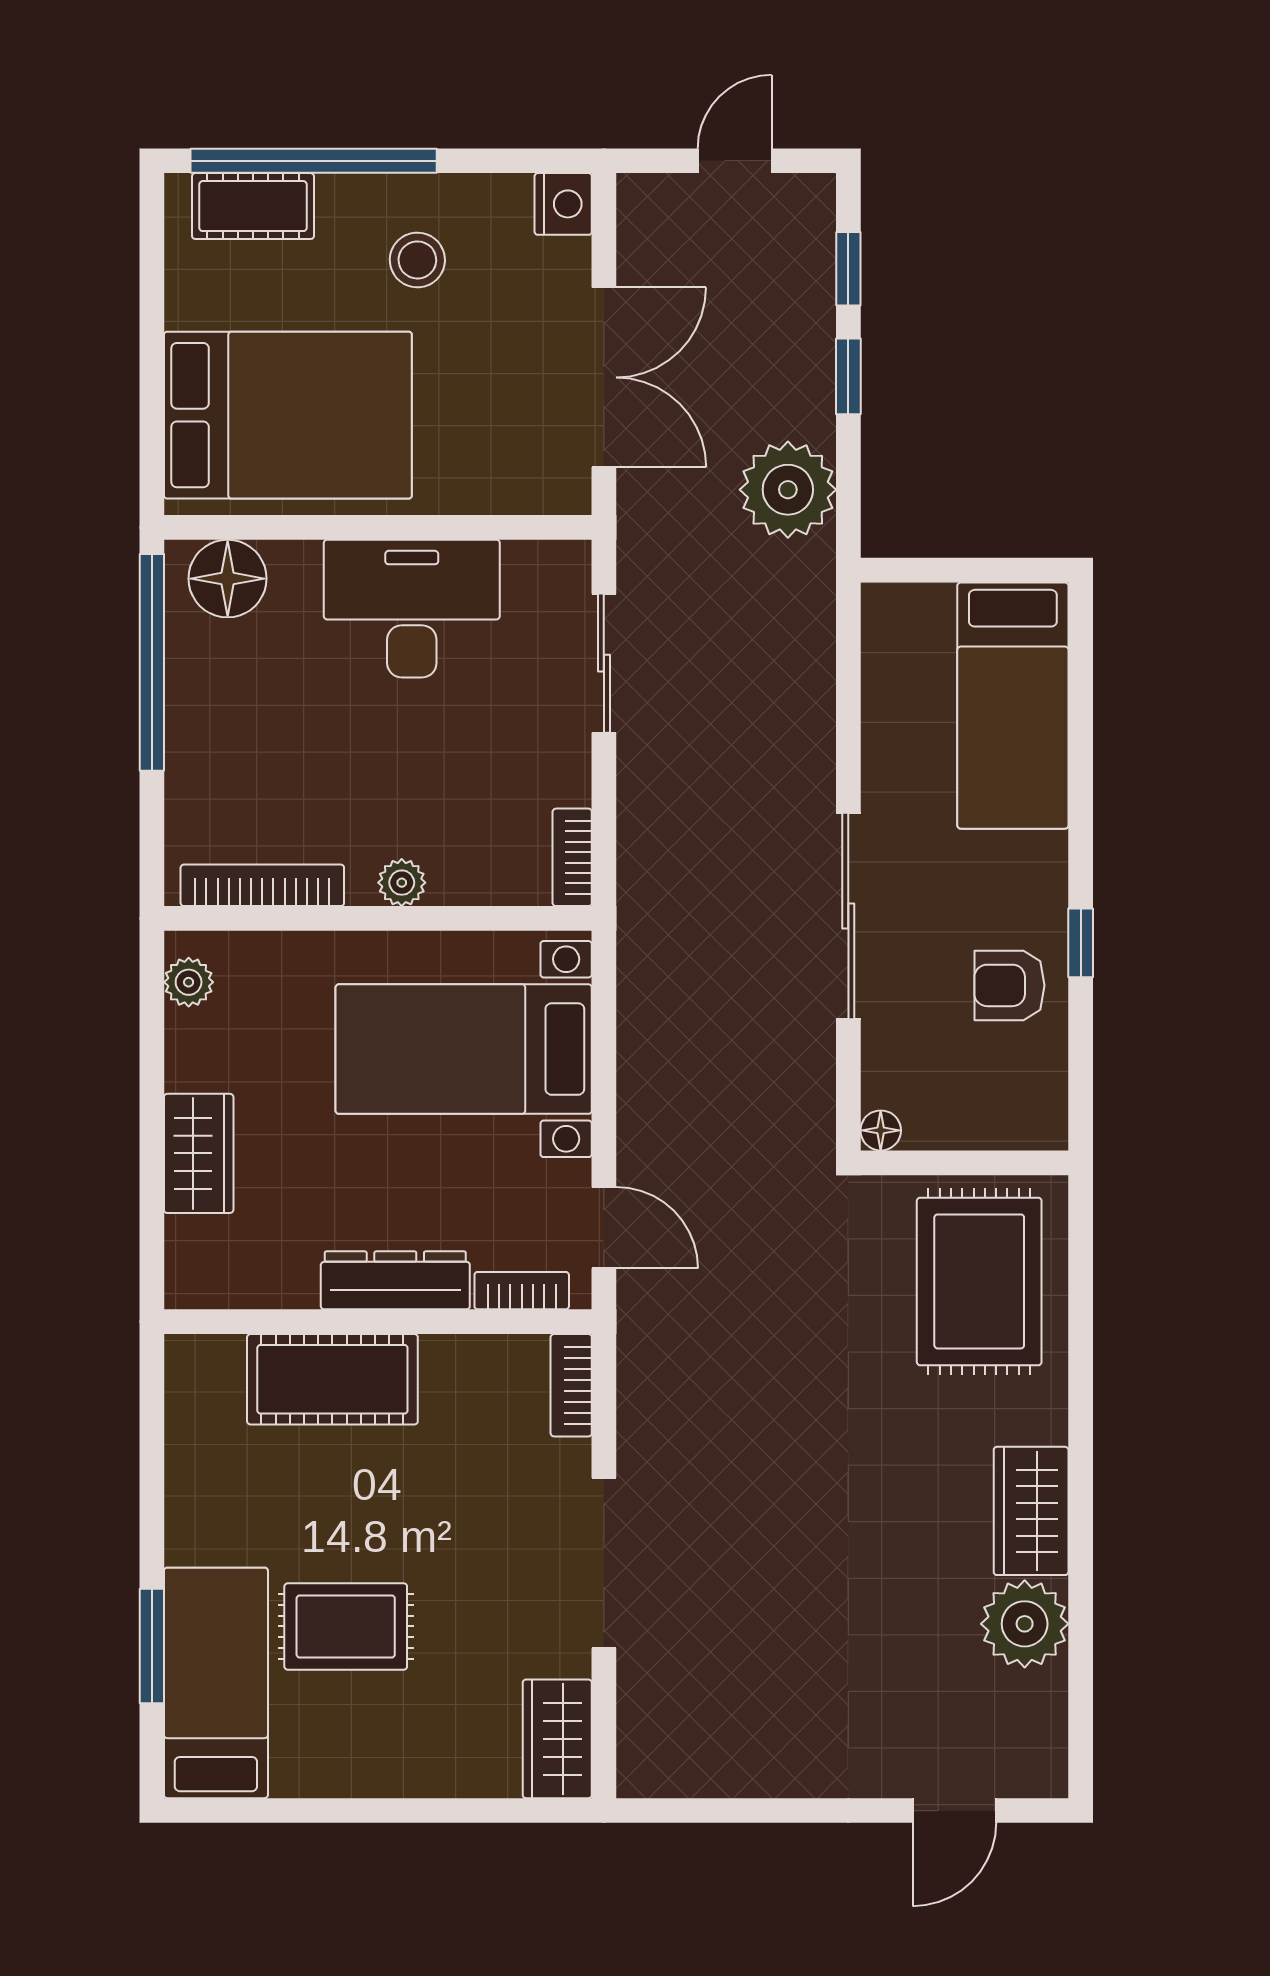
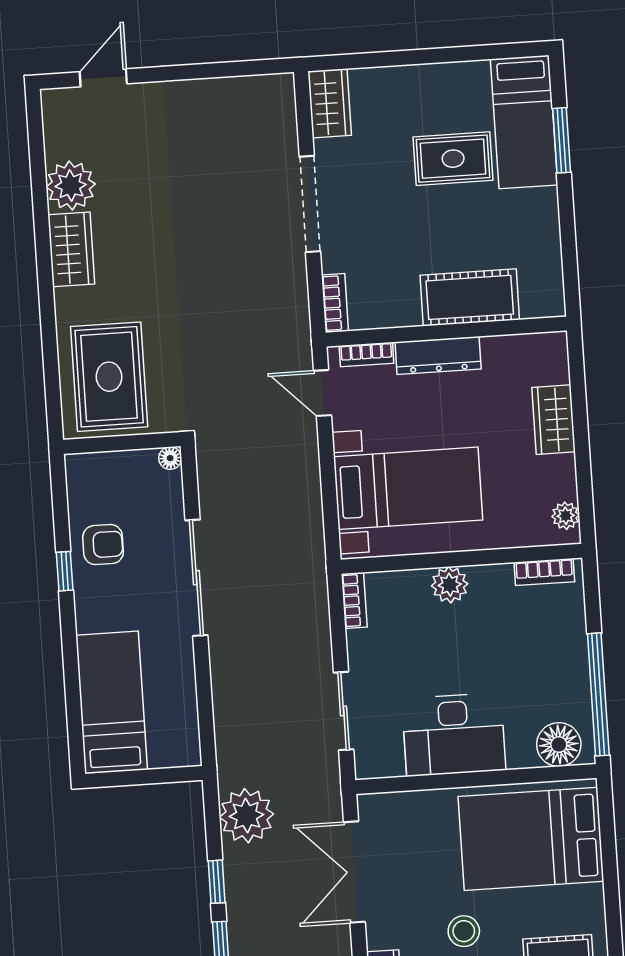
plant: (402, 883) -> (450, 585), width x1.38, depth x1.38
bookcase: (262, 885) -> (544, 572), width x0.64

